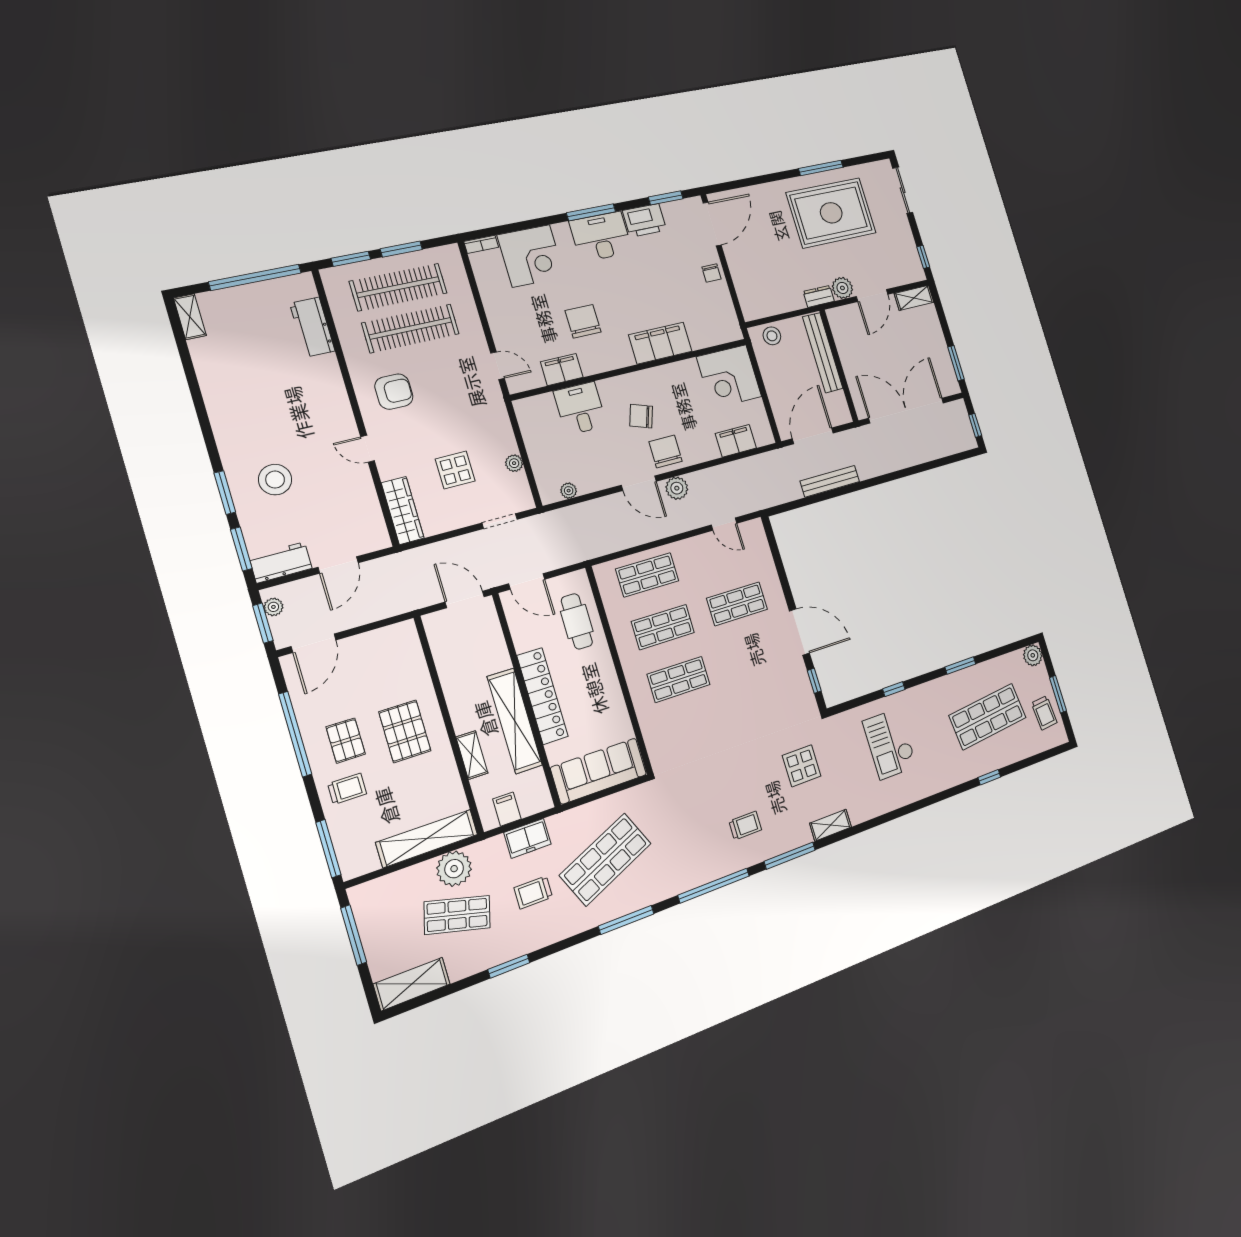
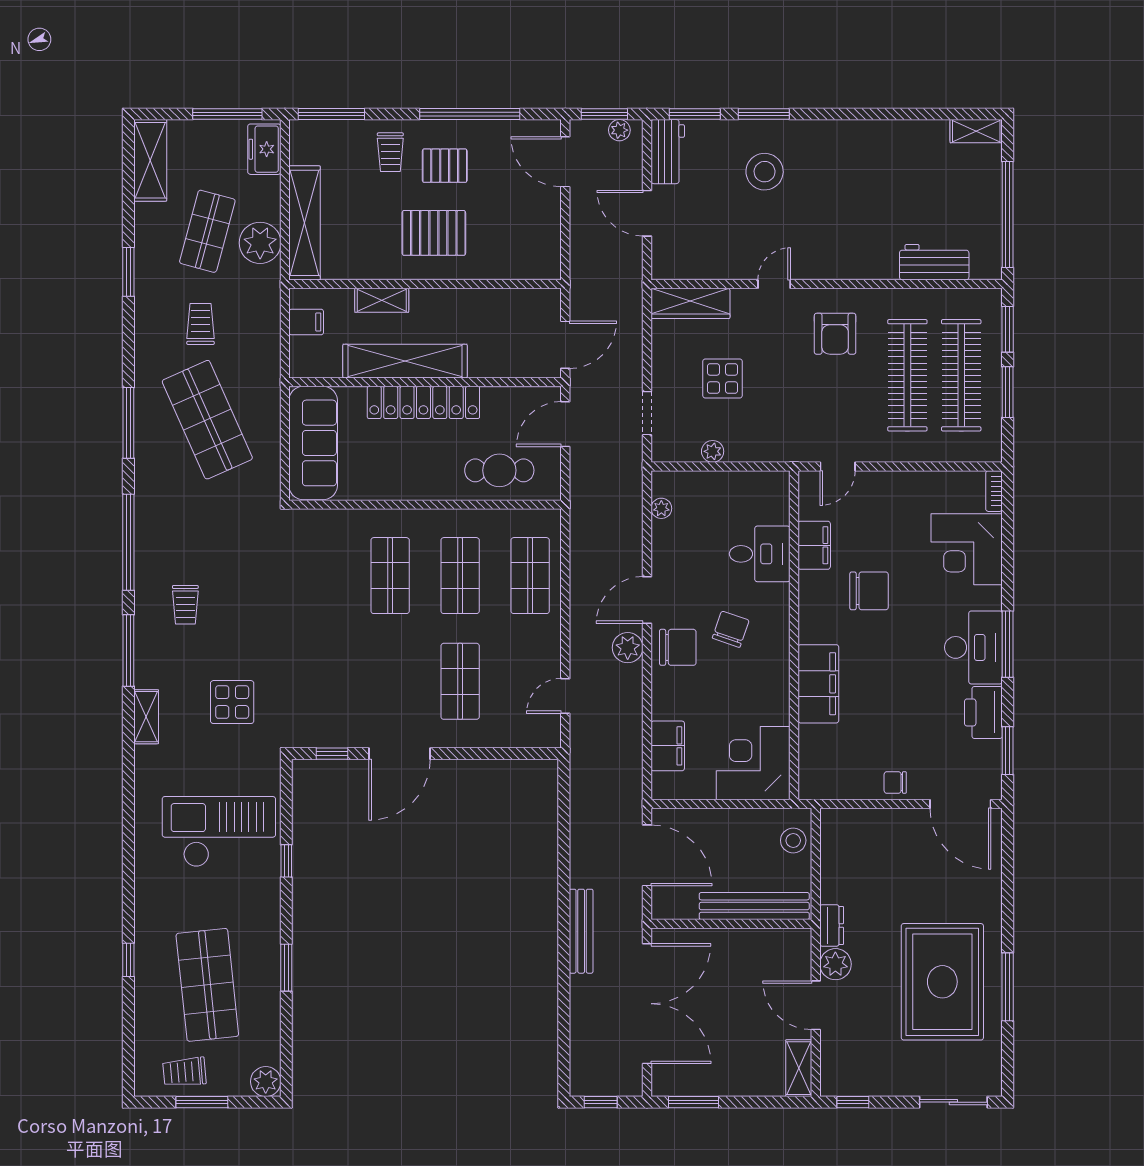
bench: (830, 481) -> (581, 931), moved
checkout: (890, 744) -> (219, 832), width x1.36, depth x1.21
freezer: (528, 838) -> (264, 149), moved

